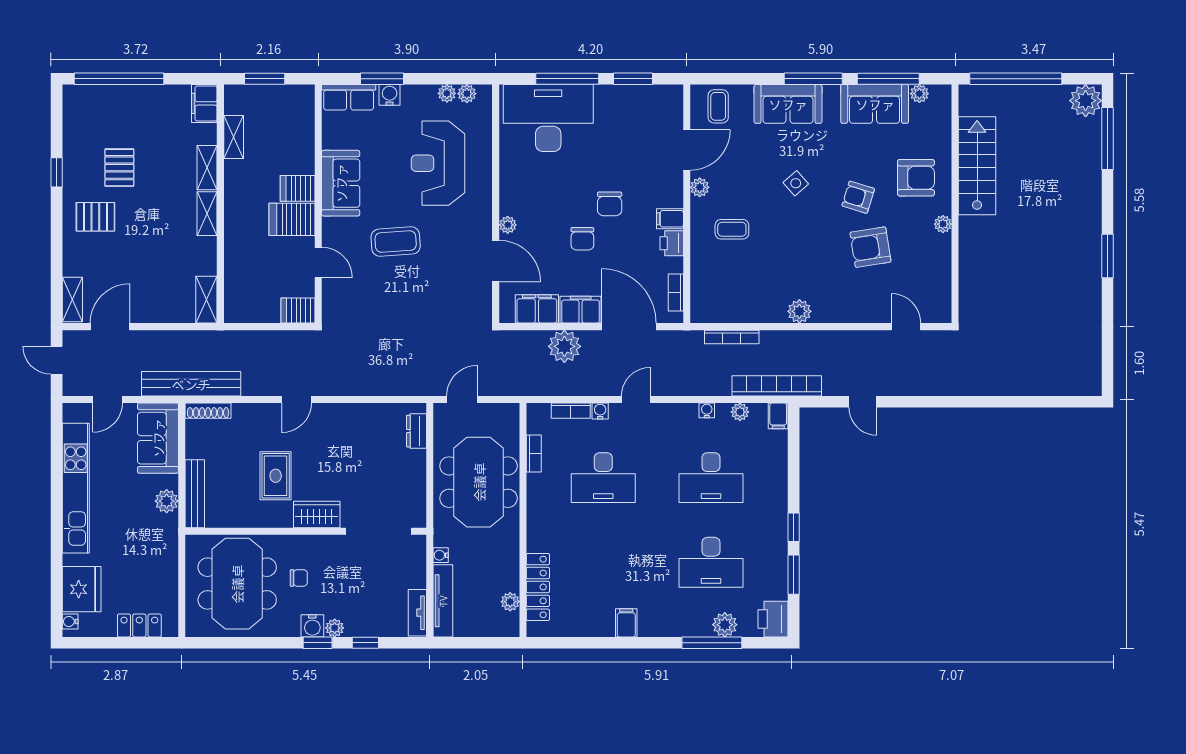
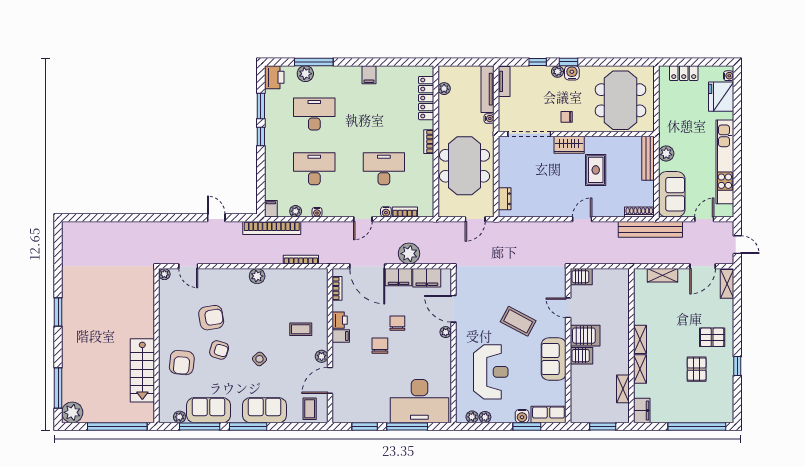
armchair: (916, 178) -> (182, 363), turned -84
plant: (943, 224) -> (164, 274), moved
coffee table: (396, 242) -> (518, 321), turned 32
shelving: (206, 300) -> (663, 275), moved, turned 90
bookcase: (534, 453) -> (429, 142), moved
chair: (299, 578) -> (567, 117), moved

